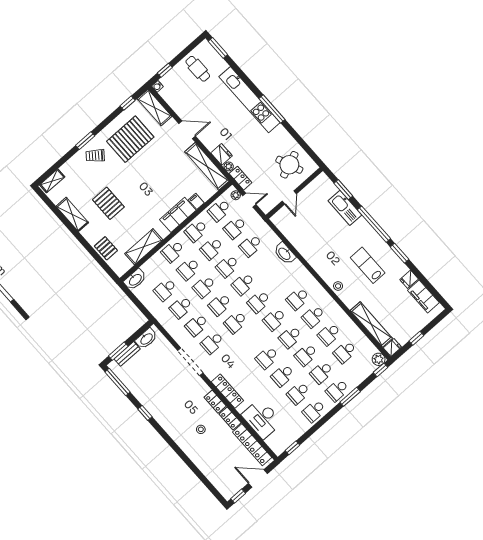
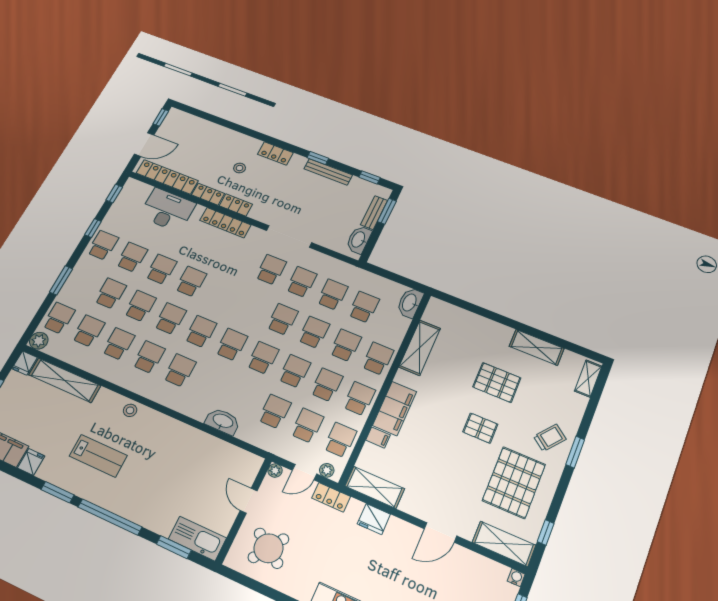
round table: (289, 165) -> (268, 548), turned -34
shelving: (207, 166) -> (375, 487), width x0.68
plant: (229, 166) -> (275, 471), moved
kitchen sink: (345, 208) -> (197, 539), moved
pallet: (106, 248) -> (480, 428), moved
school desk: (236, 322) -> (252, 307), removed
window: (381, 370) -> (93, 228), moved
window: (118, 382) -> (369, 177), width x0.46
school desk: (337, 390) -> (59, 318), moved
bench: (143, 399) -> (328, 172), added
locker: (172, 430) -> (275, 153), added

